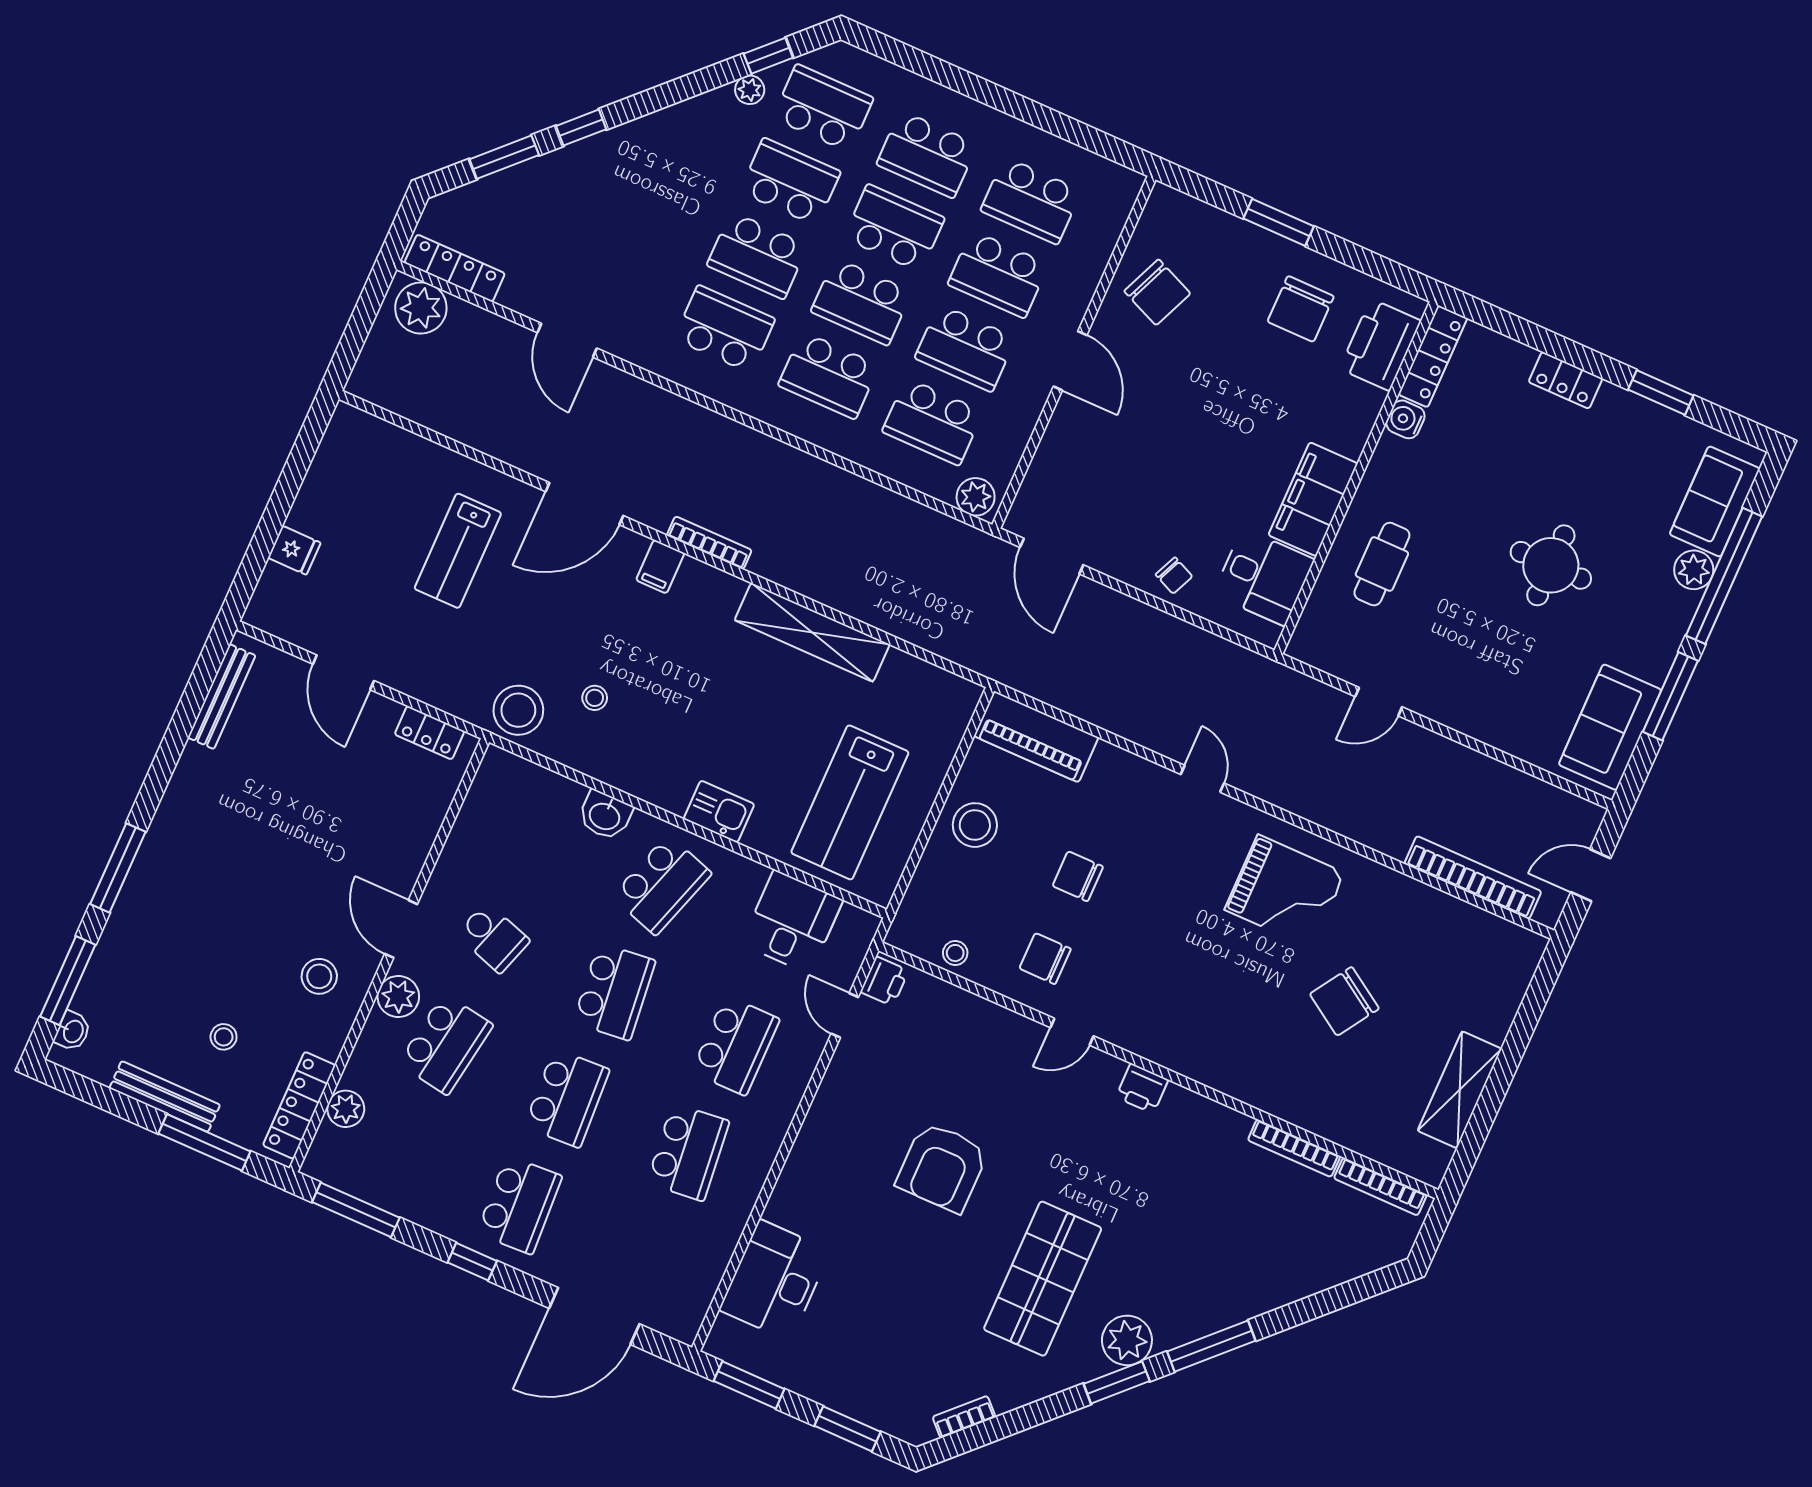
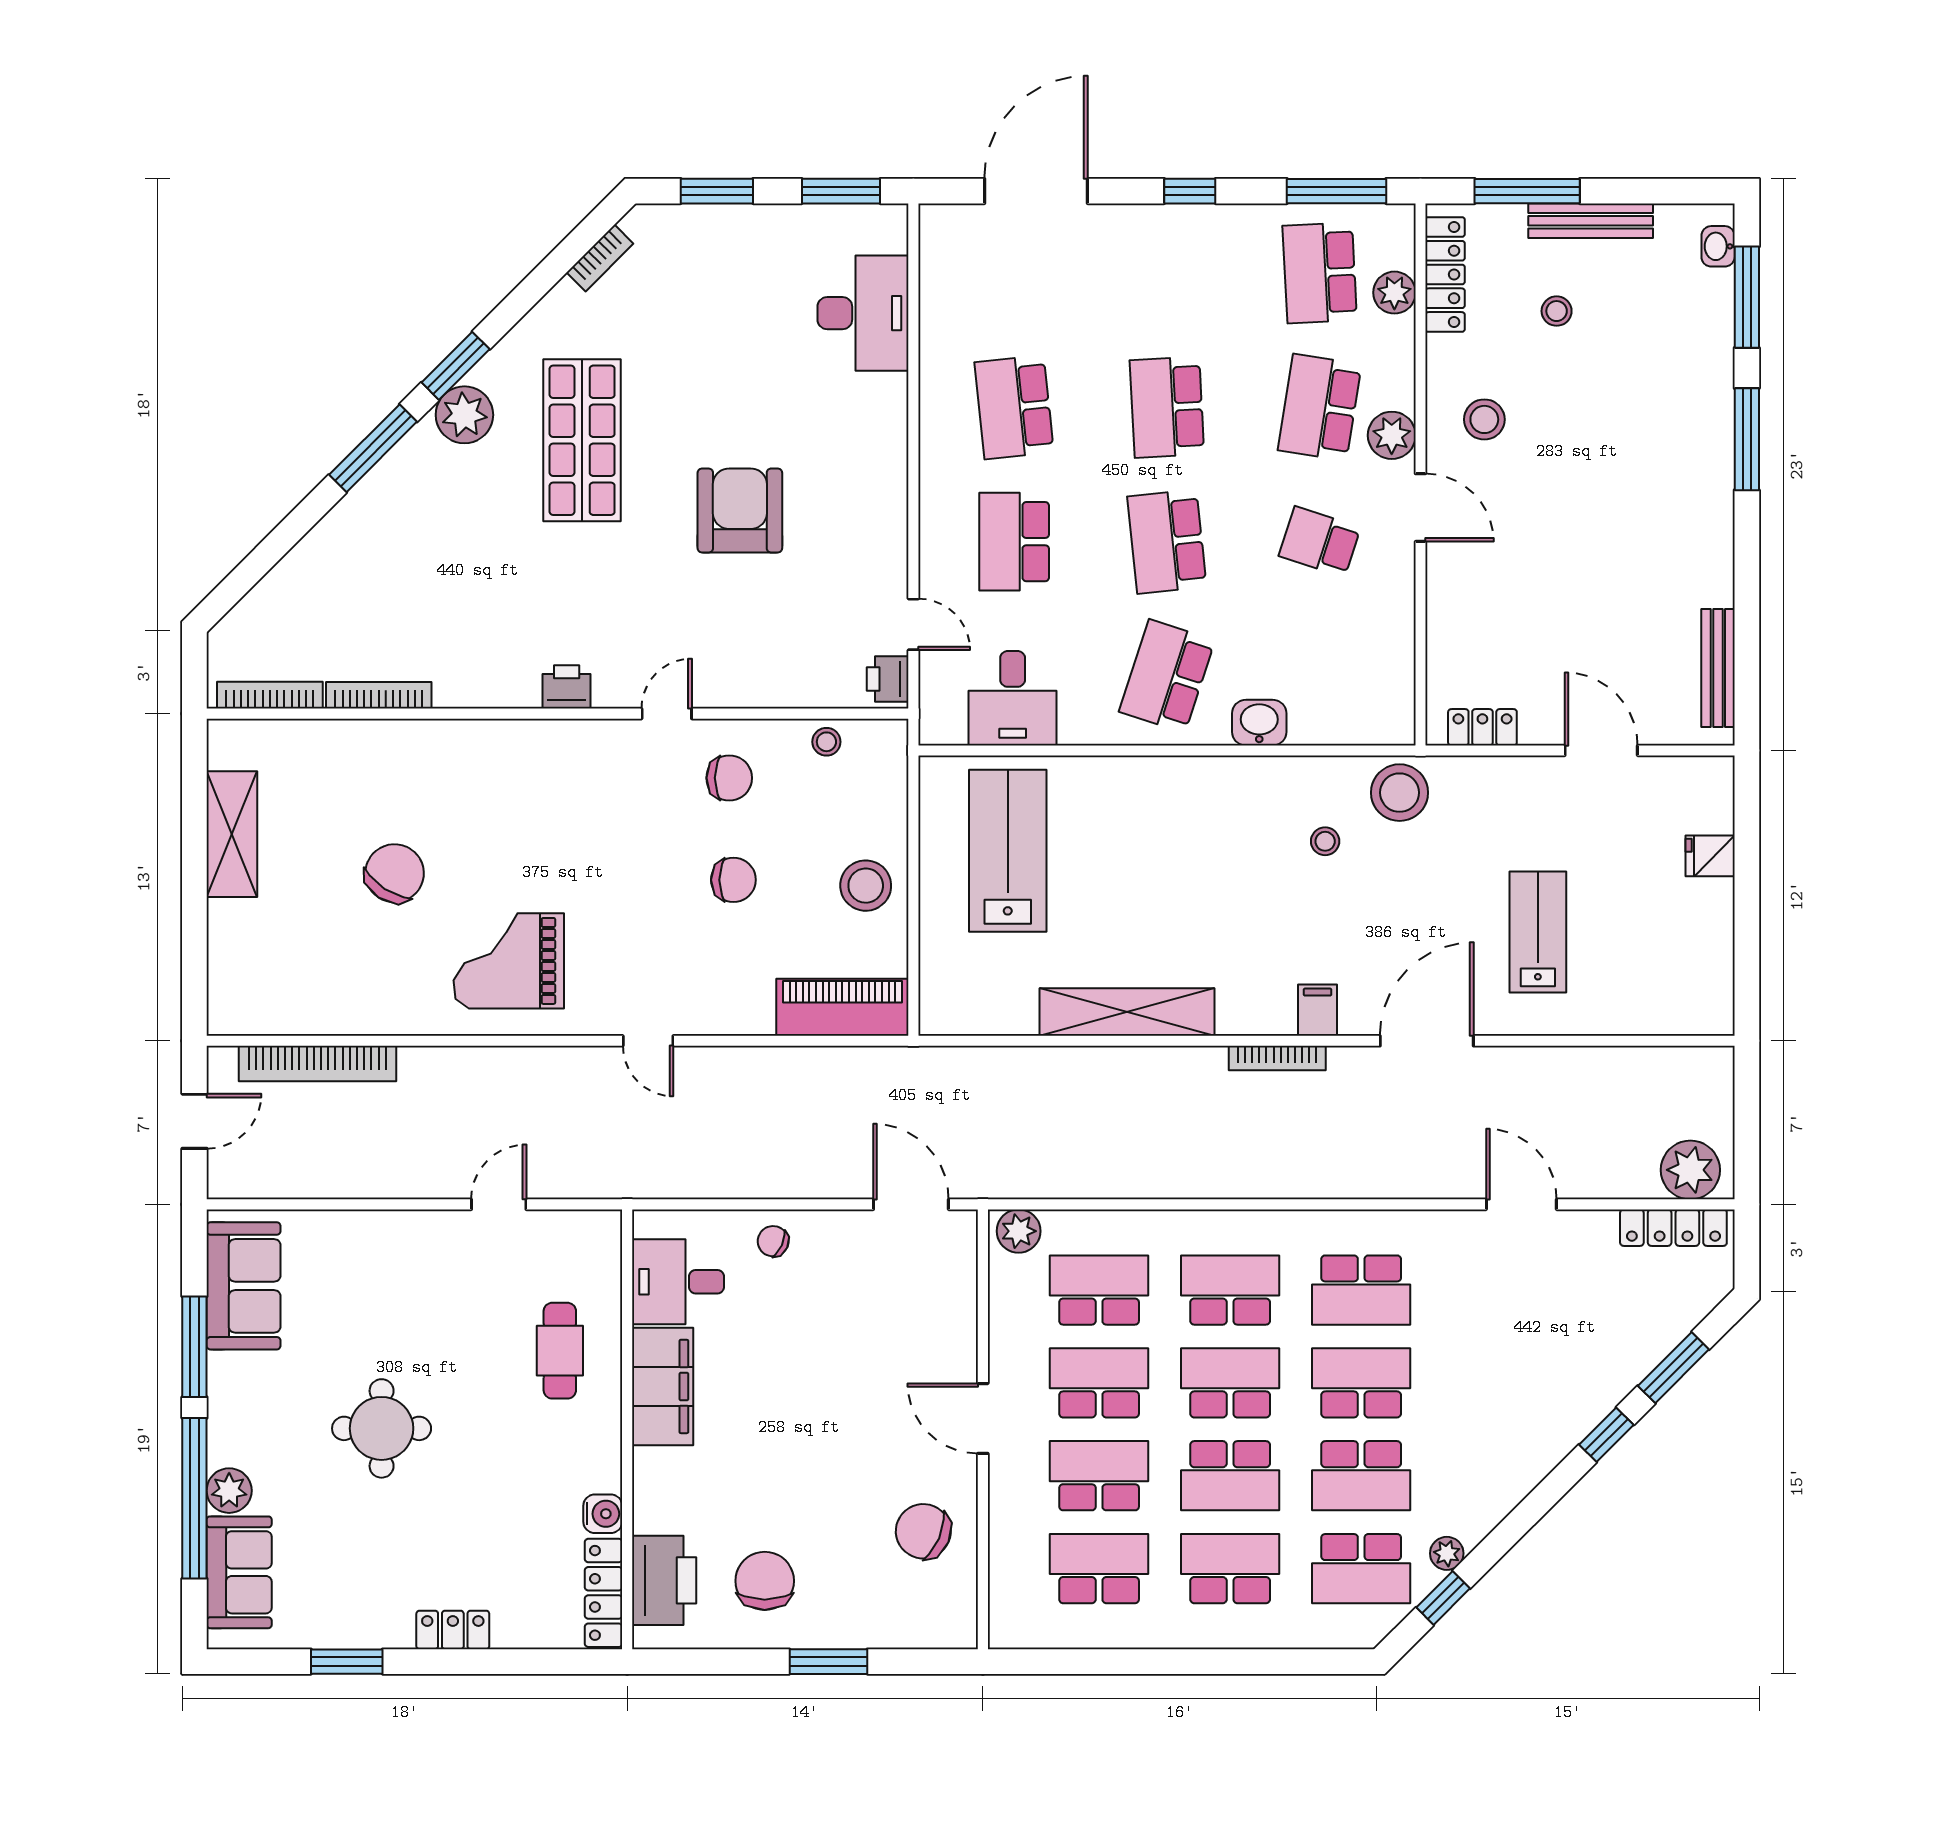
kitchen sink: (719, 812) -> (1141, 780), removed
school desk: (519, 1205) -> (1320, 273), moved

